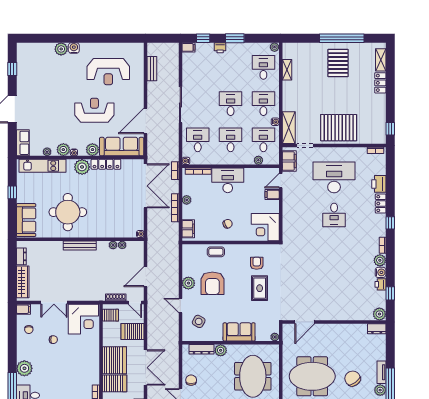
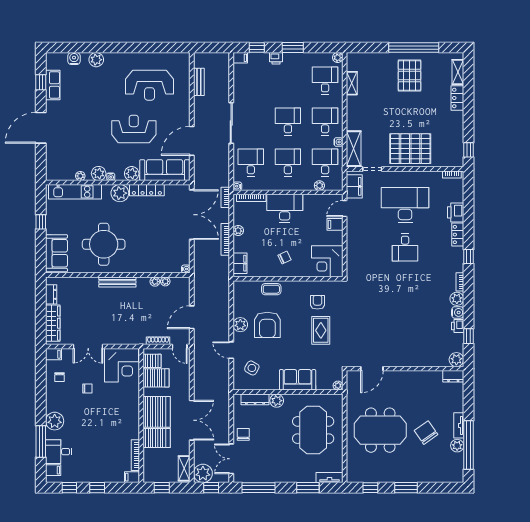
water cooler: (74, 48) -> (74, 59), moved
row of seats: (23, 143) -> (53, 85), moved
server rack: (133, 332) -> (156, 378), moved, turned 180

